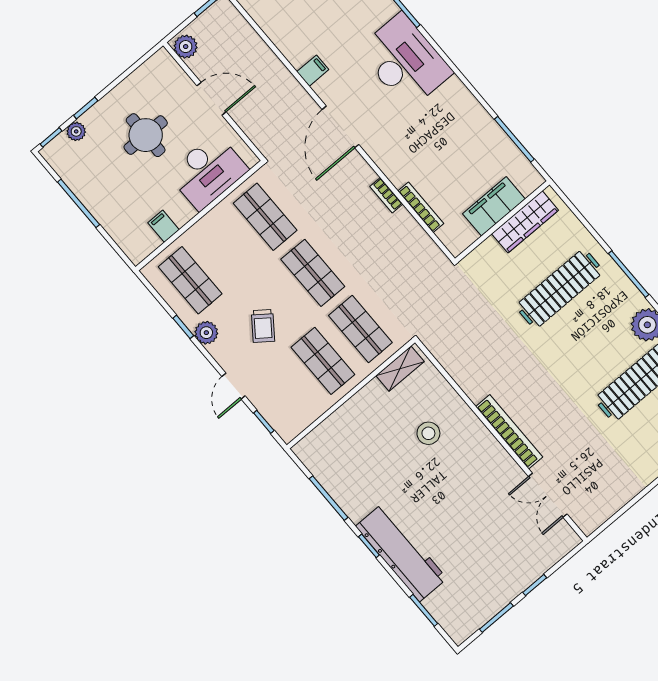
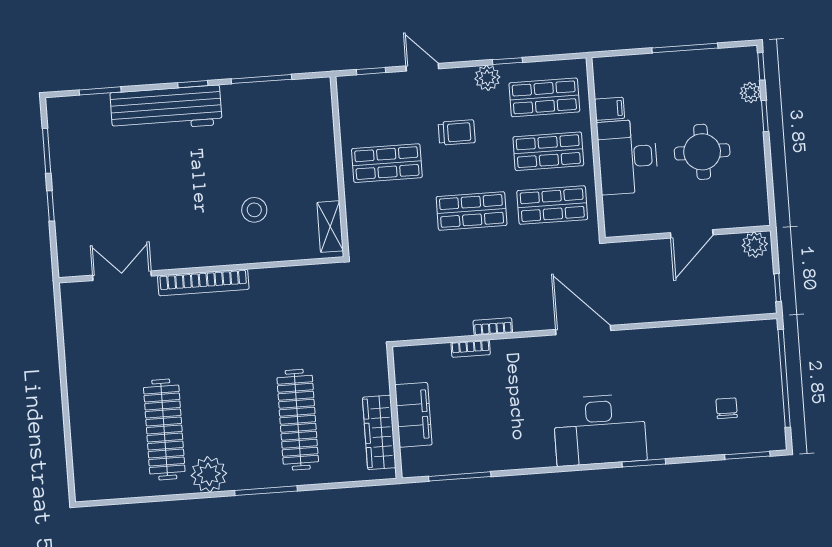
filing cabinet: (313, 71) -> (651, 342), removed
desk: (208, 172) -> (628, 157), moved
bookcase: (421, 207) -> (471, 349), width x0.64
trolley: (263, 326) -> (457, 132), turned 143
shop shelf: (360, 329) -> (548, 151), moved

